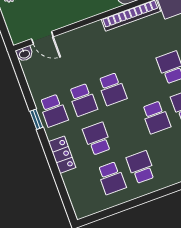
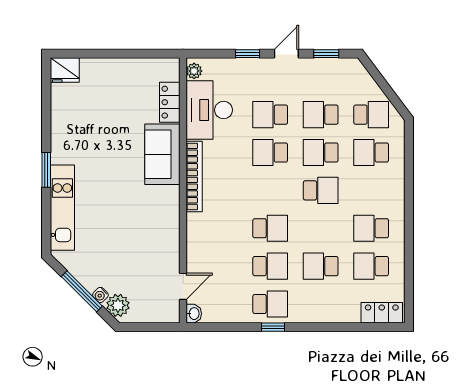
locker: (62, 155) -> (382, 313), moved
school desk: (112, 178) -> (371, 266), turned 180

